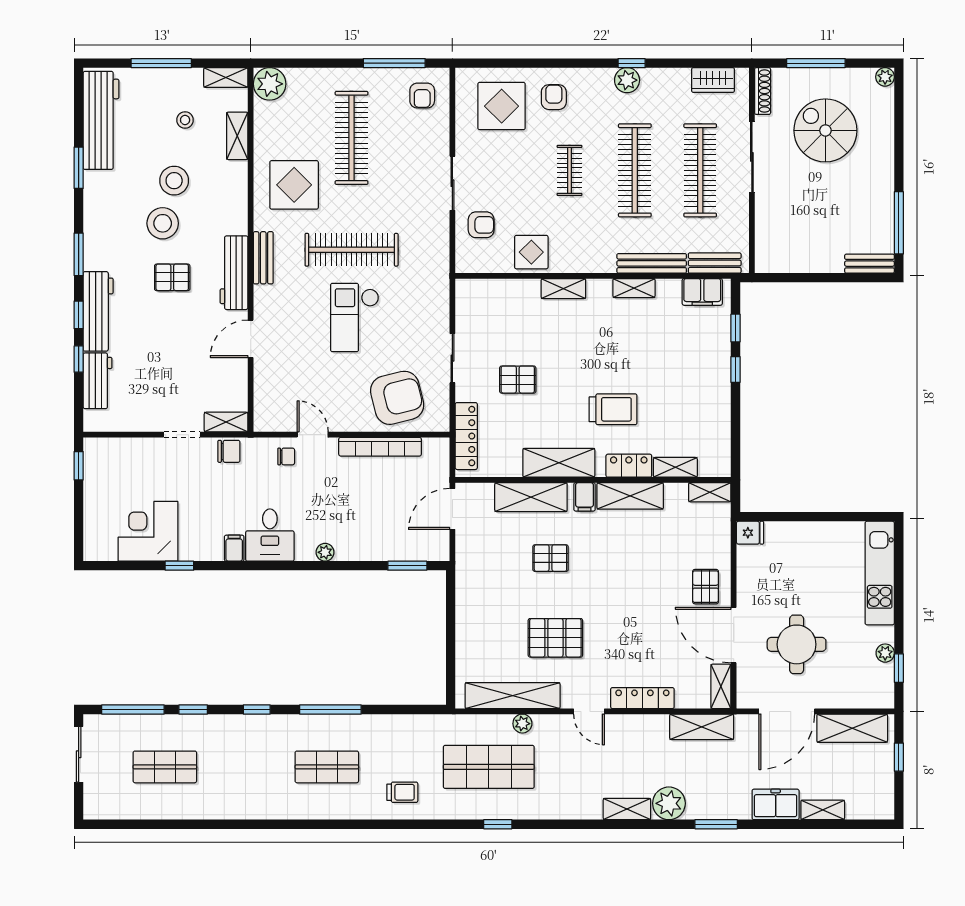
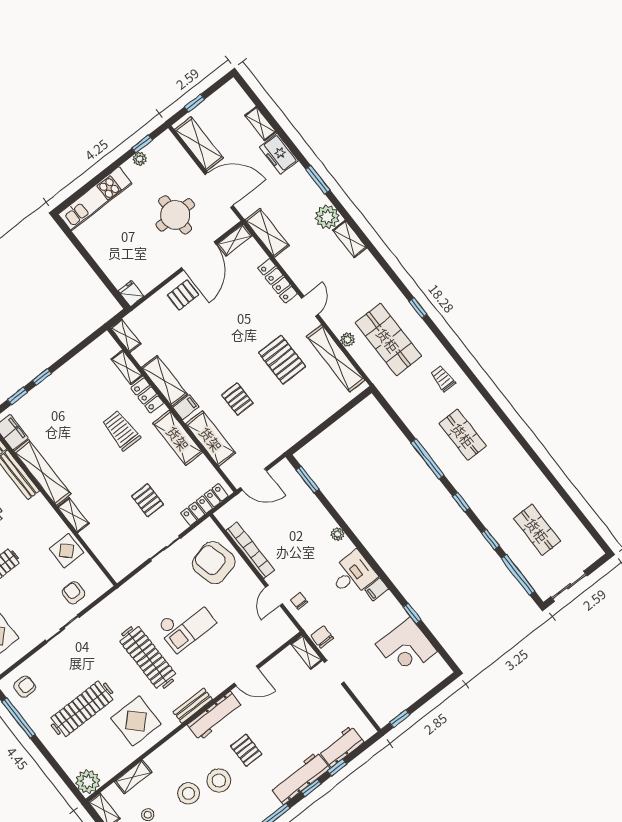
shelving: (634, 288) -> (42, 472), width x2.20, depth x1.33

